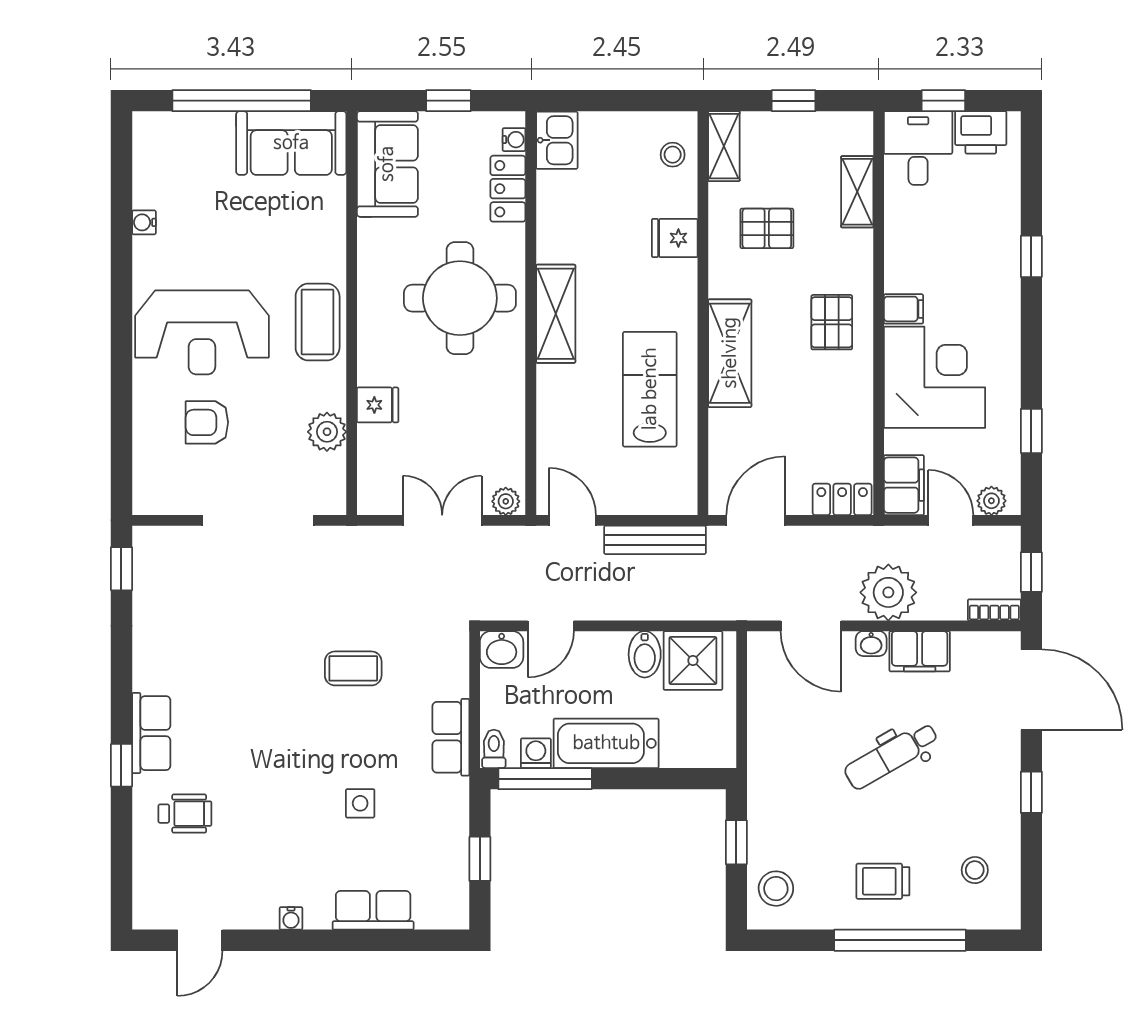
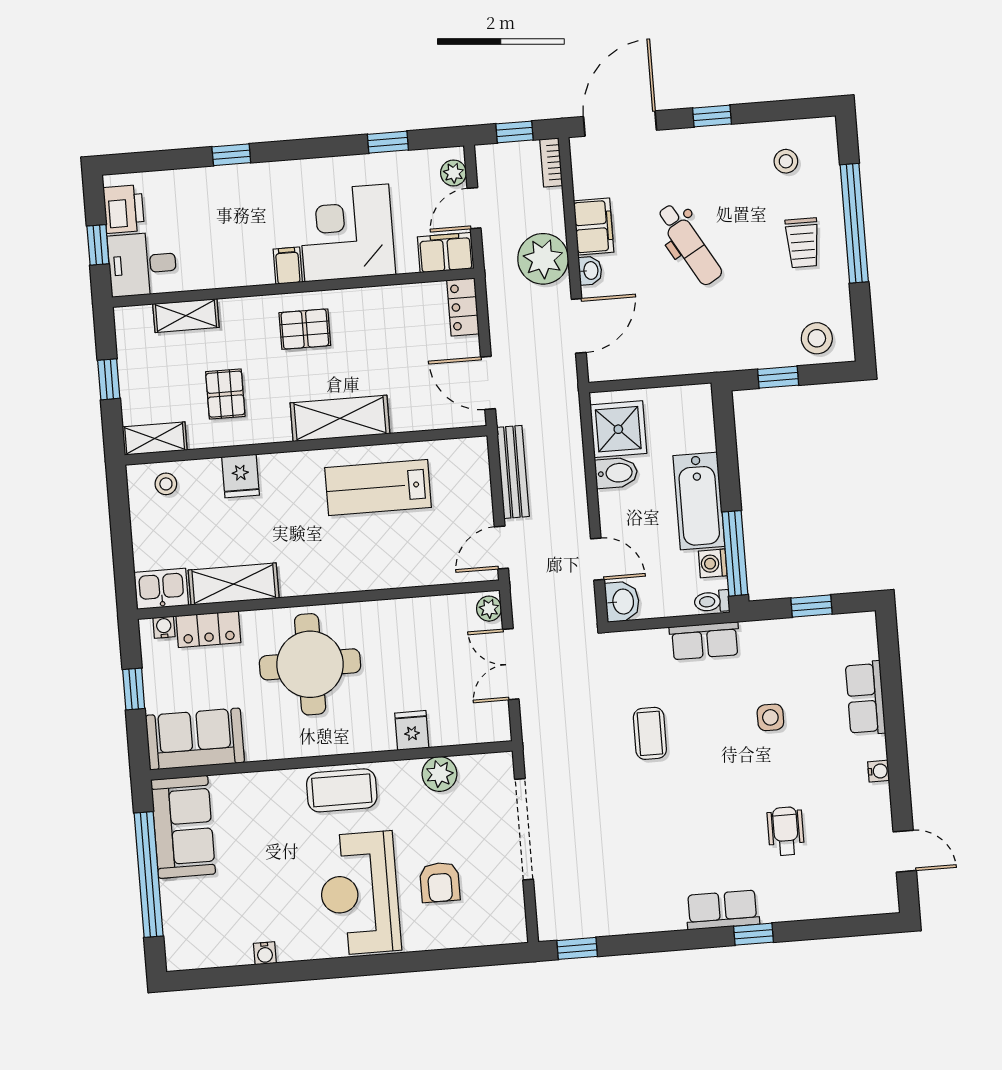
shelving: (556, 314) -> (234, 584), moved
reception desk: (202, 332) -> (359, 893), turned 180
wheelchair: (185, 814) -> (786, 831), moved

